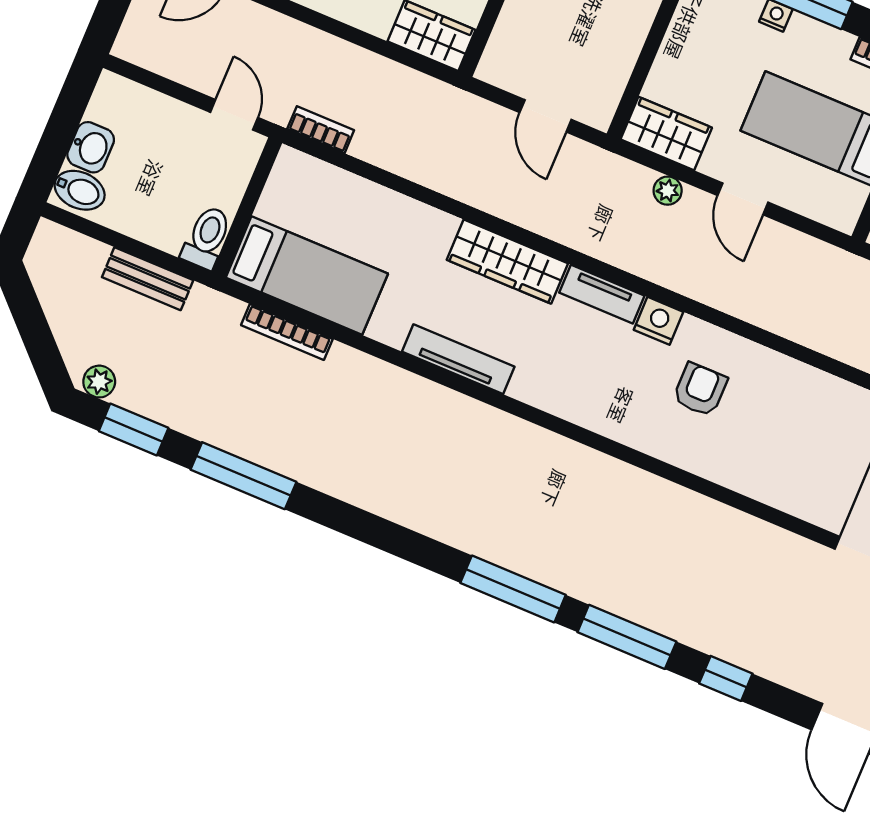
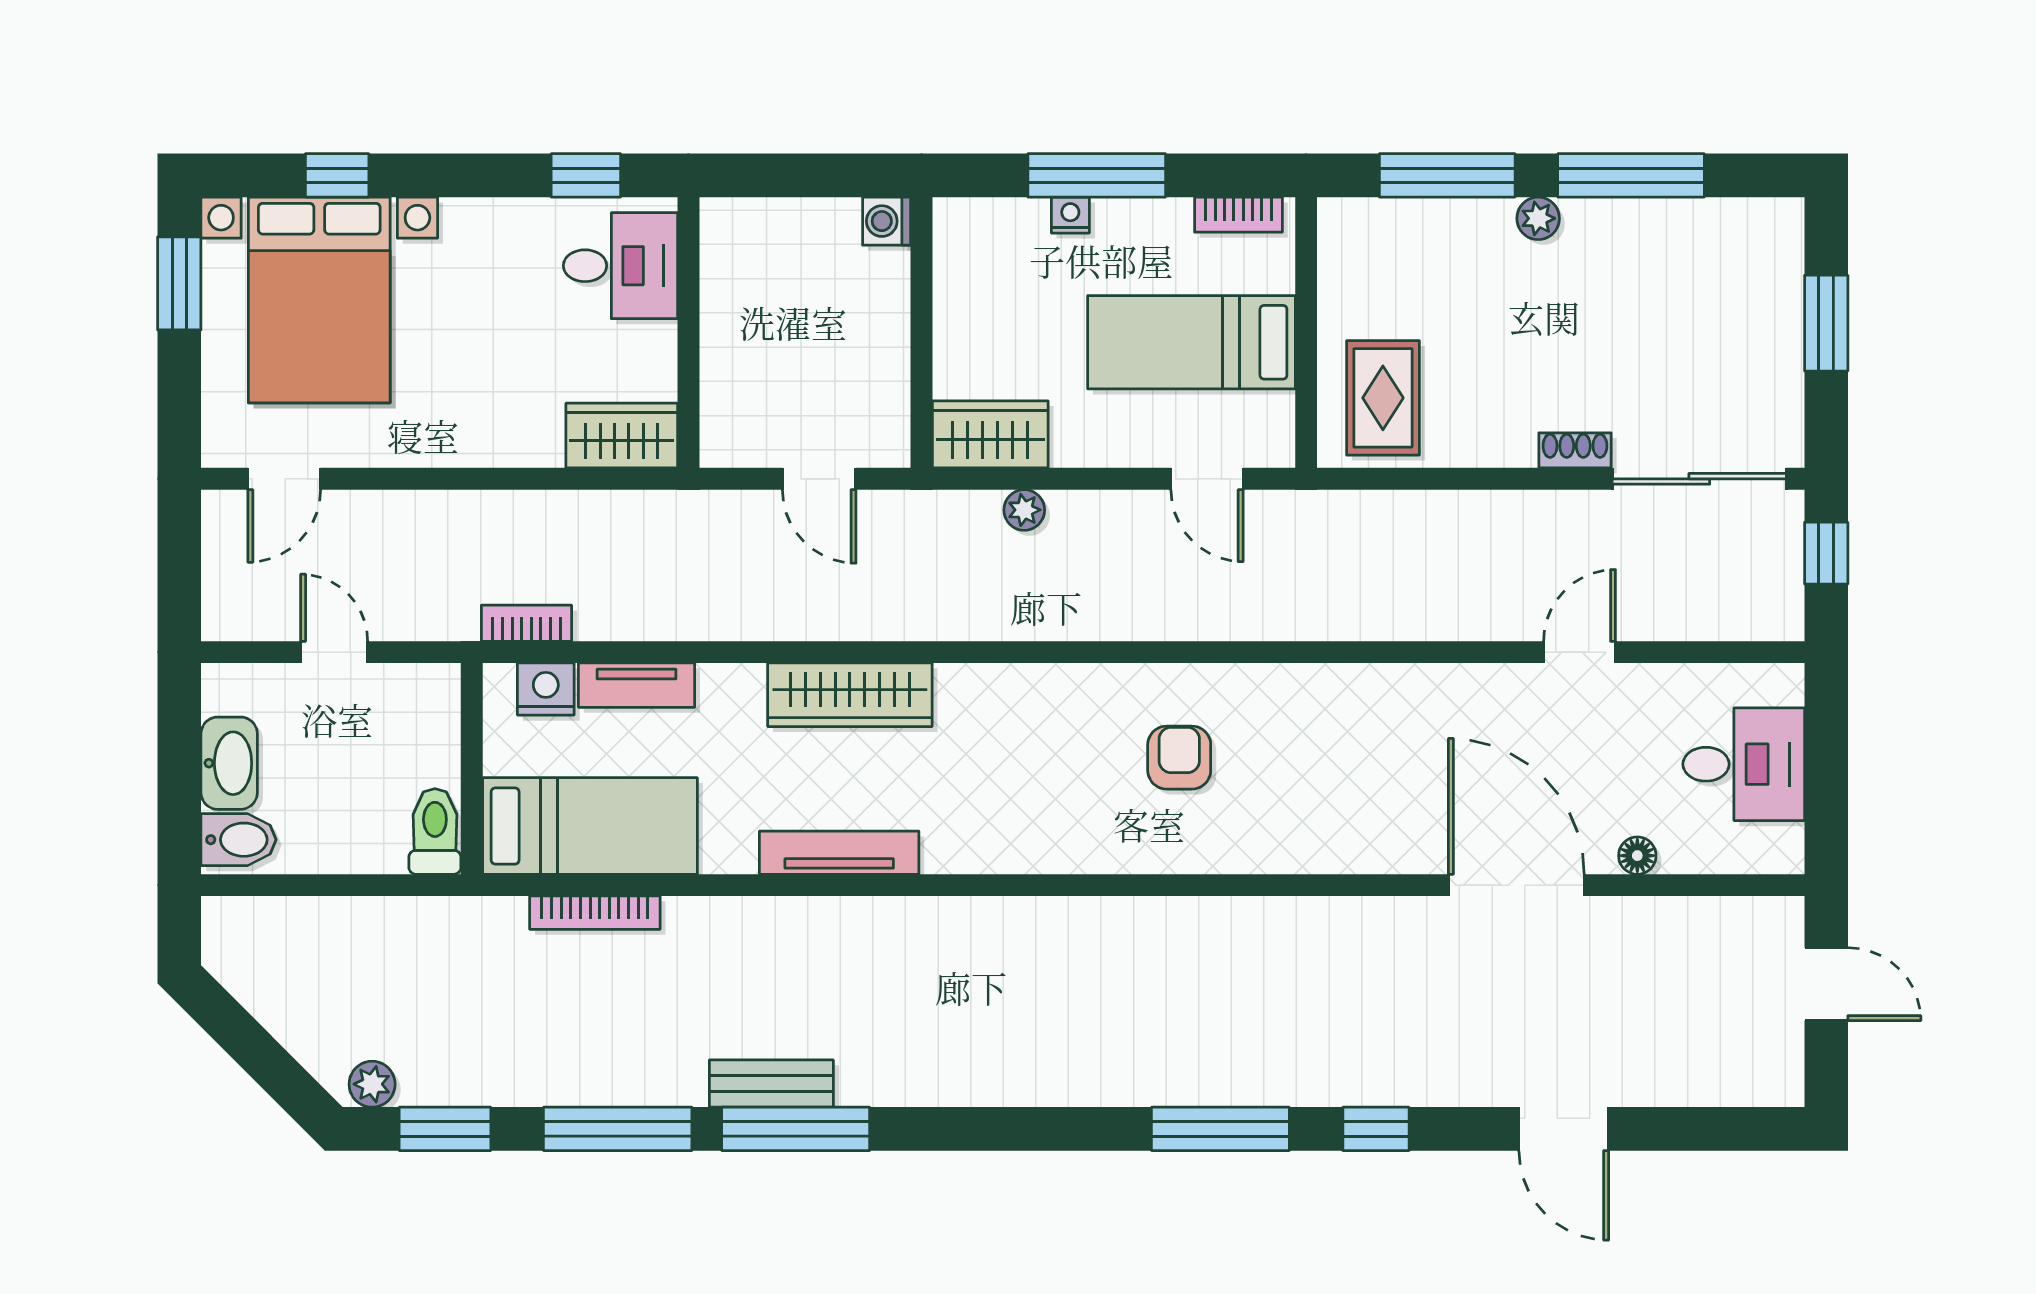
door: (234, 115) -> (334, 652), moved
washbasin: (91, 147) -> (229, 763), width x1.38
door: (743, 199) -> (1207, 479), moved
bench: (148, 279) -> (771, 1084), moved
tv unit: (602, 294) -> (636, 685), moved
nightstand: (659, 321) -> (546, 689), moved
window: (513, 589) -> (796, 1129), moved

